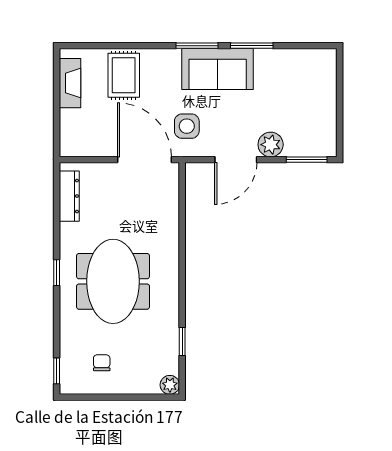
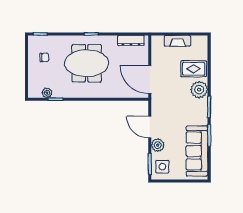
plant: (164, 65) -> (199, 90), added
sofa: (218, 69) -> (197, 151), moved, width x1.36
fireplace: (70, 83) -> (178, 41), moved
side table: (187, 126) -> (162, 167), moved
door: (145, 160) -> (150, 80), swing flipped
plant: (170, 385) -> (47, 93), moved

